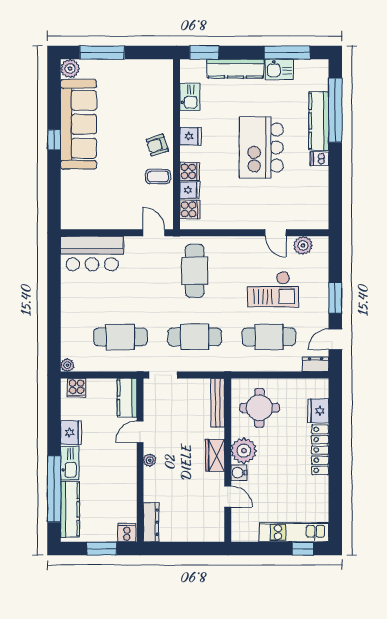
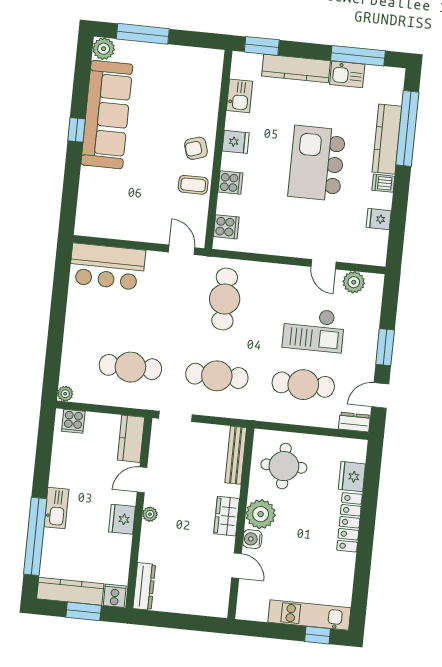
fridge: (190, 190) -> (379, 219), moved, turned 180
fridge: (71, 433) -> (122, 519), moved, turned 180
kitchen counter: (70, 509) -> (70, 591), moved, turned -90

